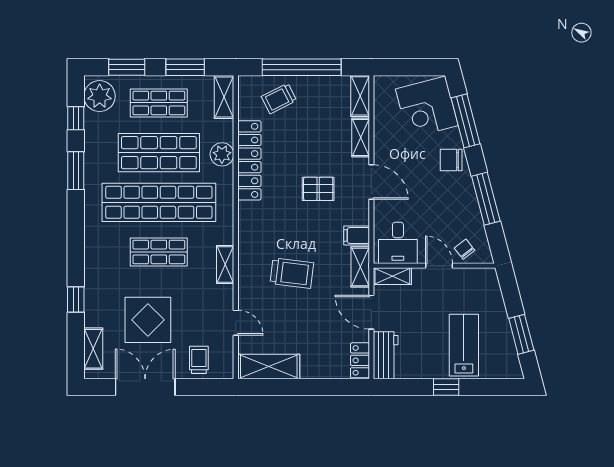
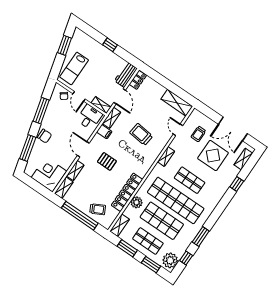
corner desk: (427, 107) -> (49, 174), moved, turned -75
lab bench: (464, 345) -> (74, 68), moved
trolley: (199, 360) -> (198, 134), moved

